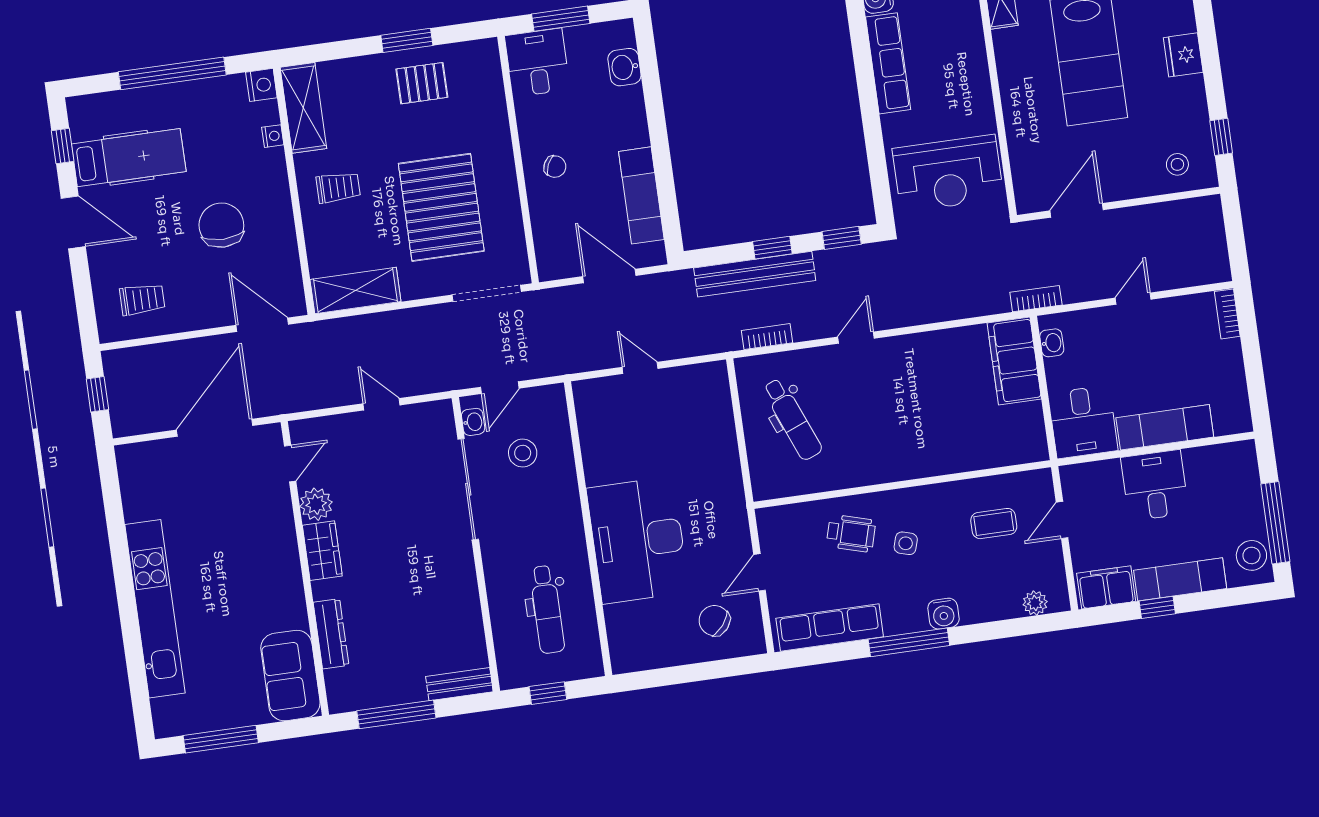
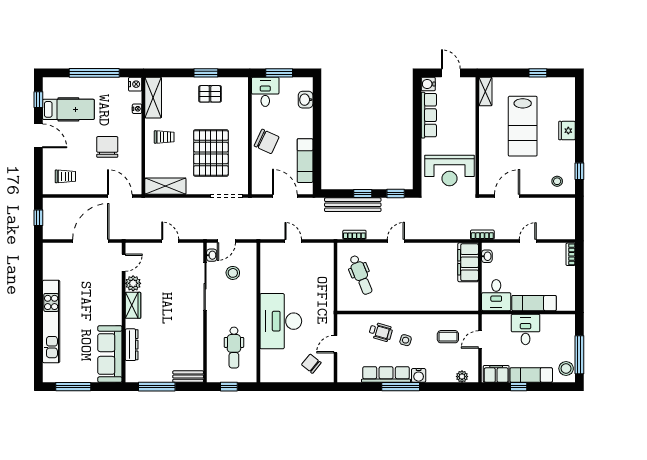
chair: (555, 167) -> (267, 141), width x1.87, depth x1.87
row of seats: (830, 628) -> (386, 374), moved
sofa: (290, 676) -> (110, 354), width x1.36

